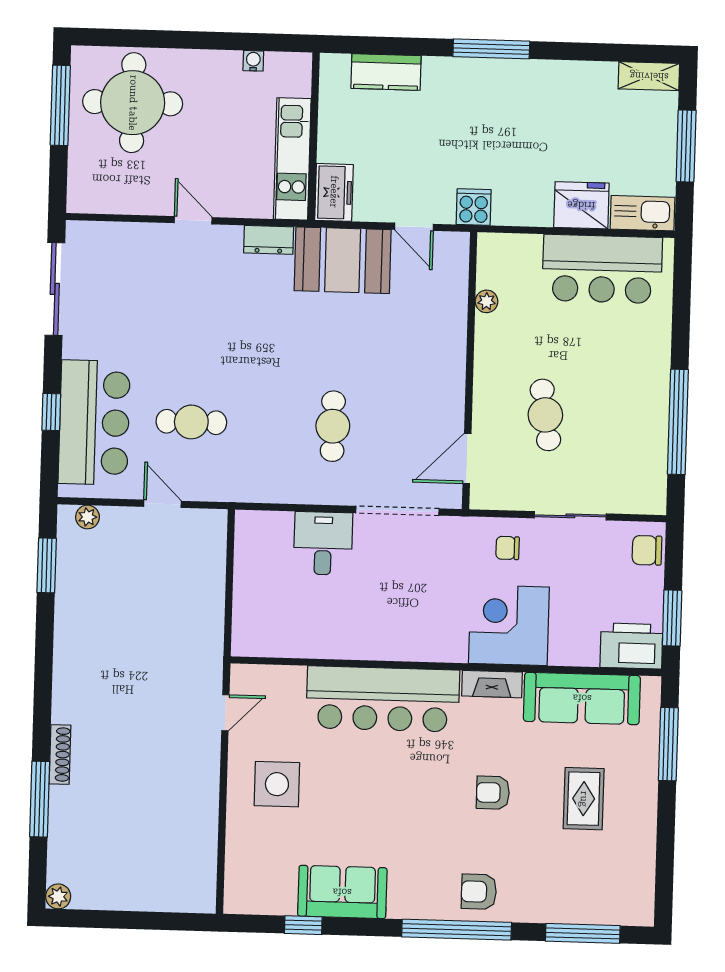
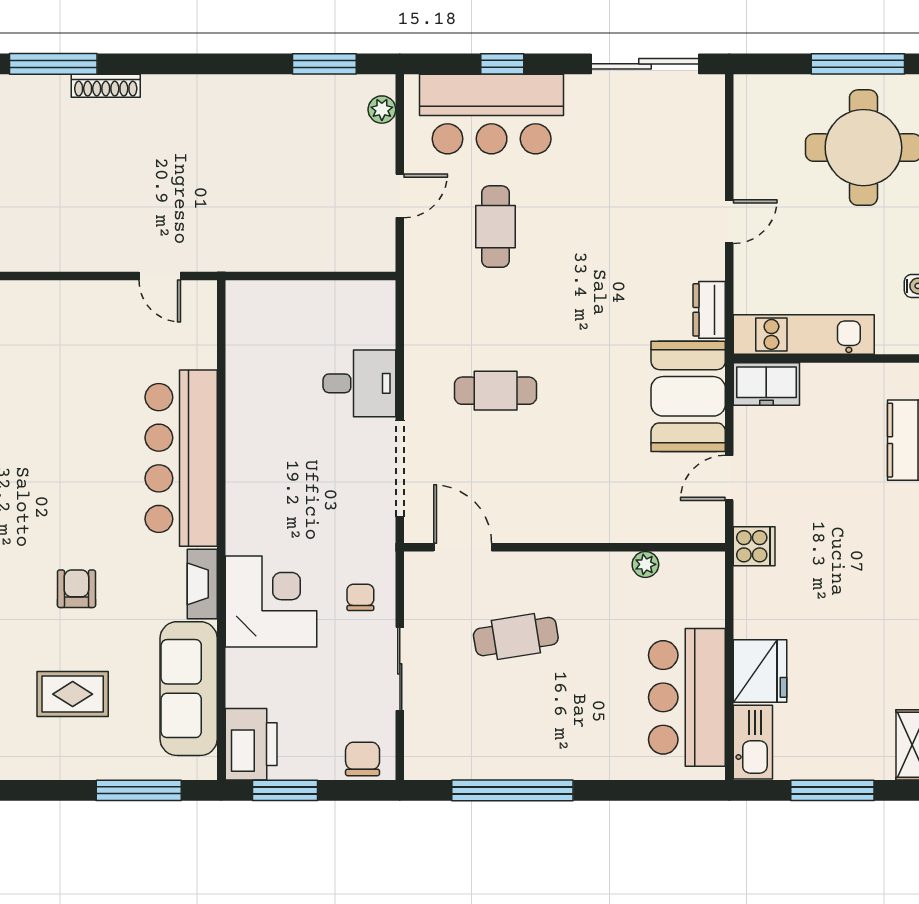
side table: (277, 784) -> (79, 338), removed

